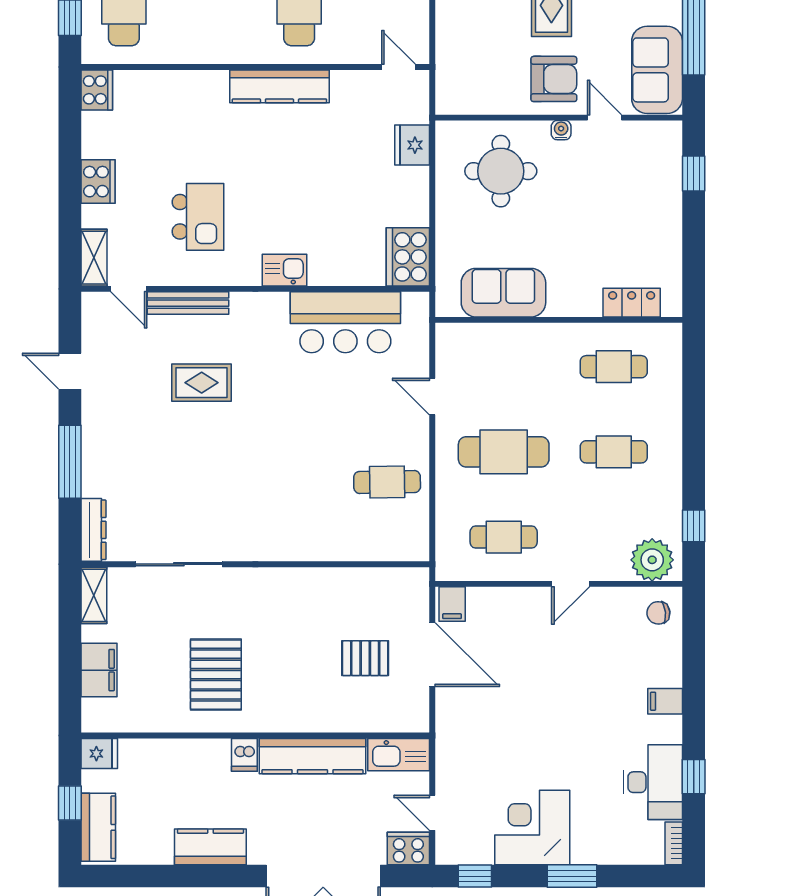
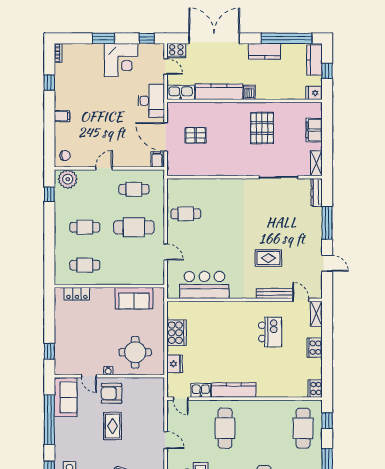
kitchen island: (198, 217) -> (270, 332), turned 180
cooker: (408, 257) -> (176, 333), moved
kitchen sink: (284, 270) -> (201, 390), moved, turned 180
desk: (653, 782) -> (151, 101), moved, turned 180
window: (161, 876) -> (287, 38), added

